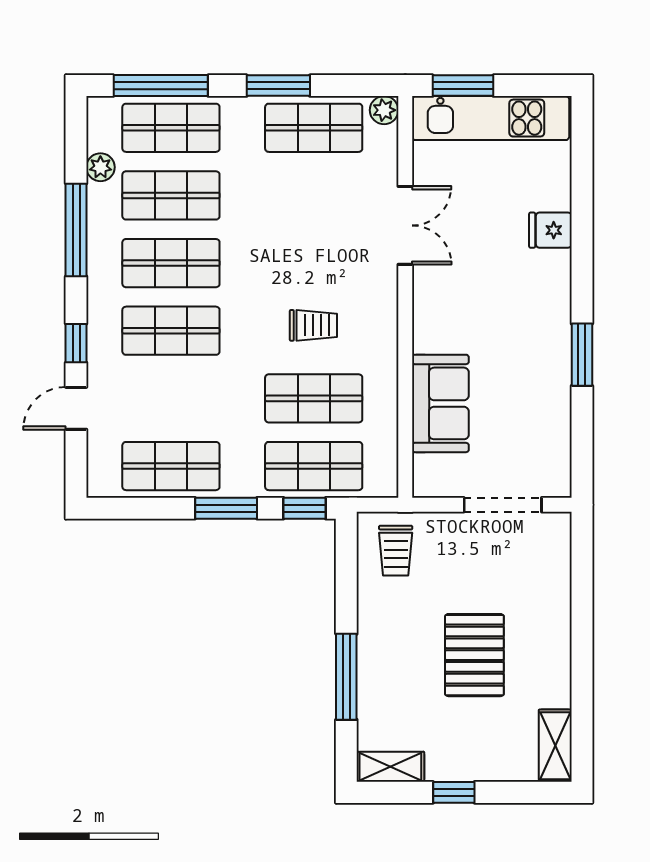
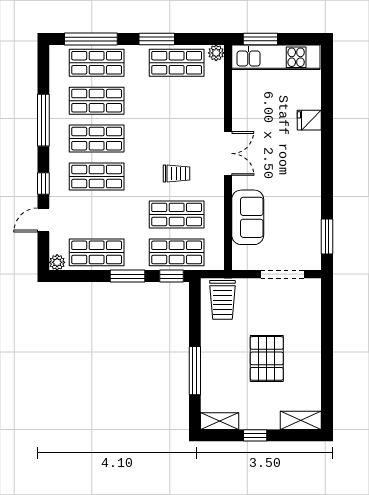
plant: (100, 167) -> (57, 262), moved
double door: (405, 225) -> (228, 153), moved
window: (582, 355) -> (327, 236), moved
trolley: (396, 551) -> (223, 300), width x1.36, depth x1.39
shelving: (555, 746) -> (301, 420), moved, turned 90

